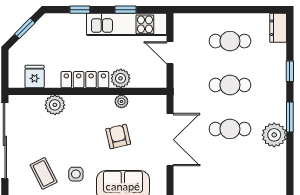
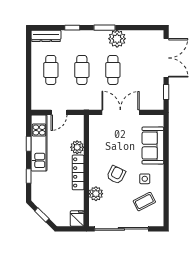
dresser: (278, 28) -> (46, 36), width x1.44
fridge: (35, 77) -> (77, 219), moved, turned 90
plant: (121, 101) -> (93, 147), removed
armchair: (118, 136) -> (116, 175), moved, turned 129

